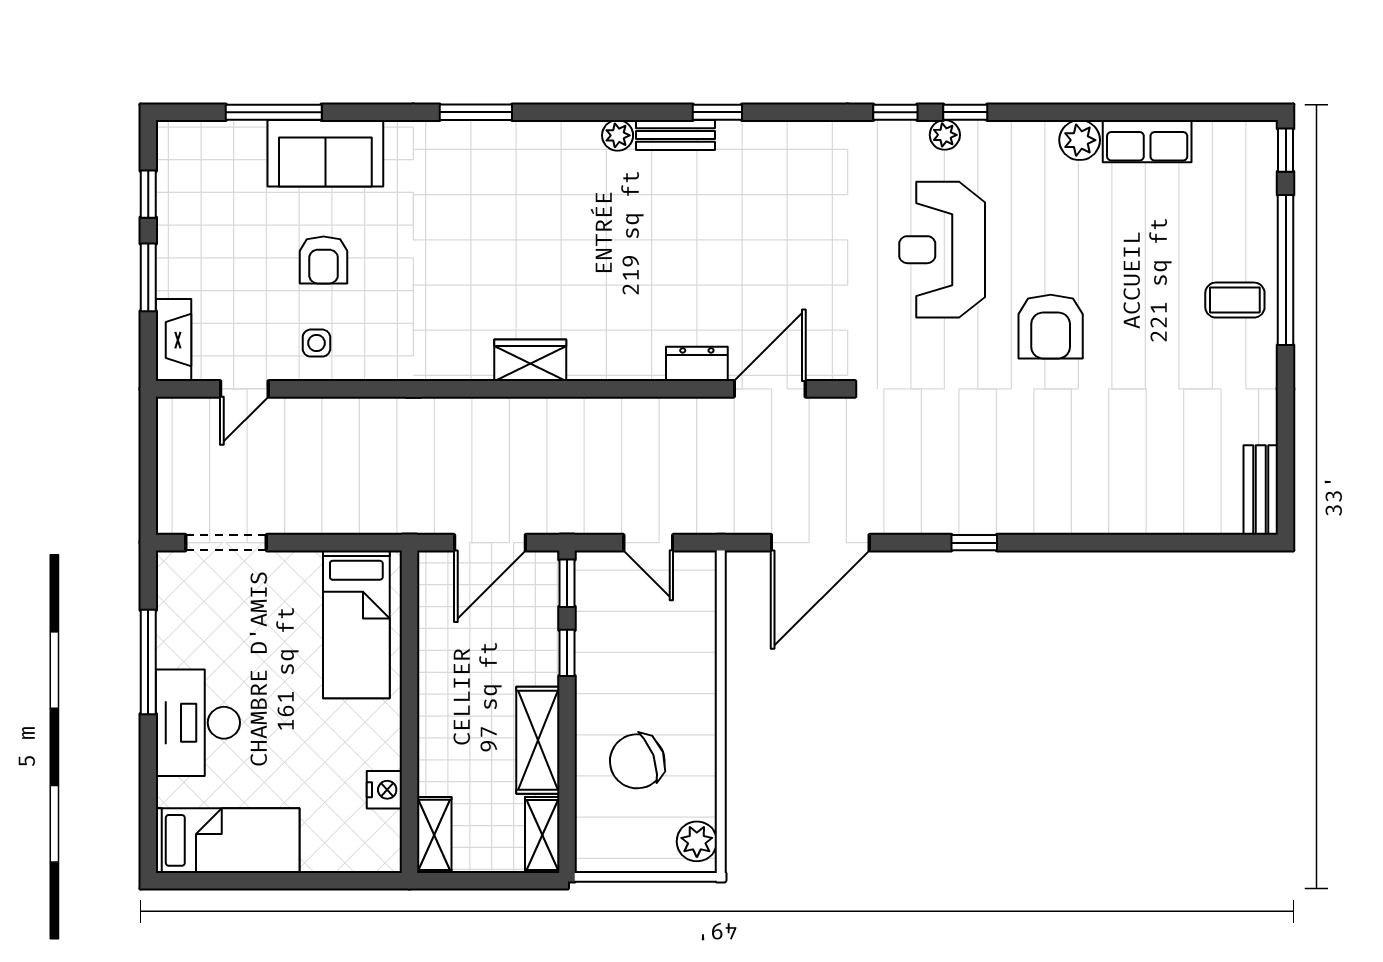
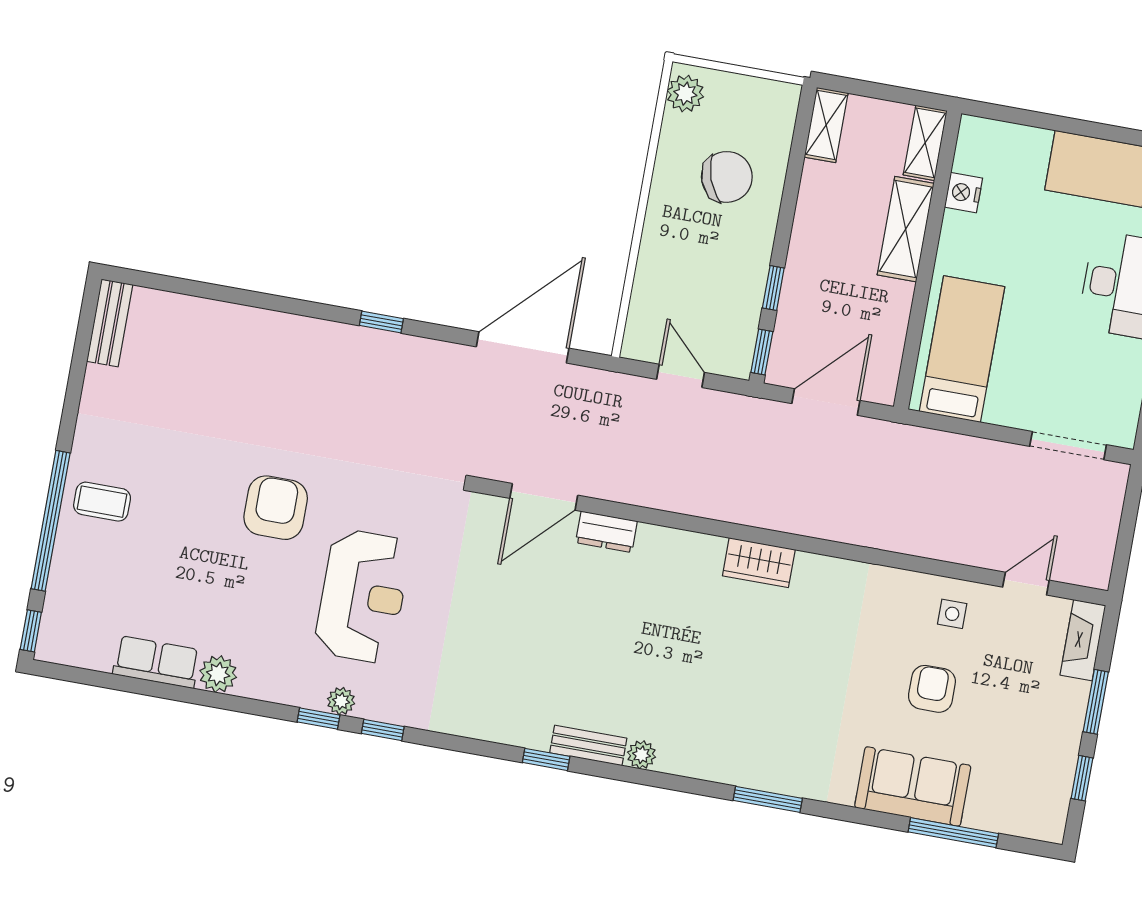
shelving: (538, 740) -> (906, 229), moved

